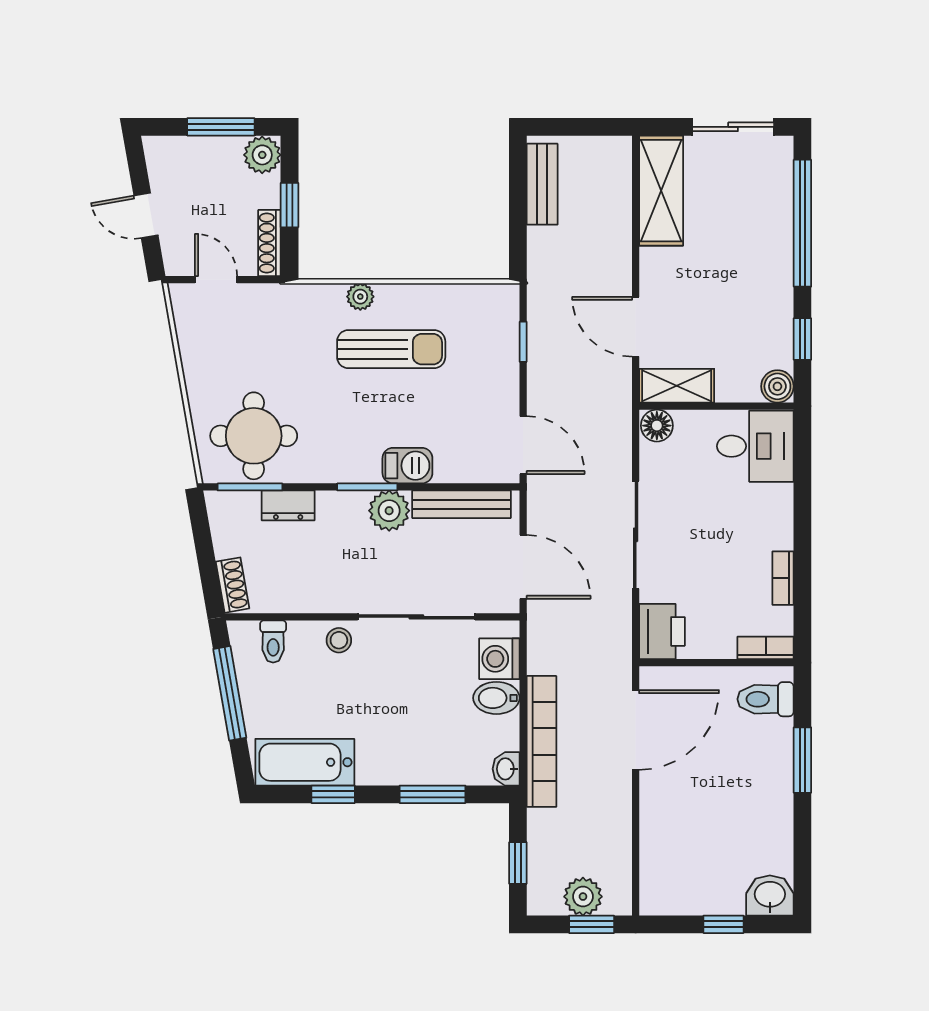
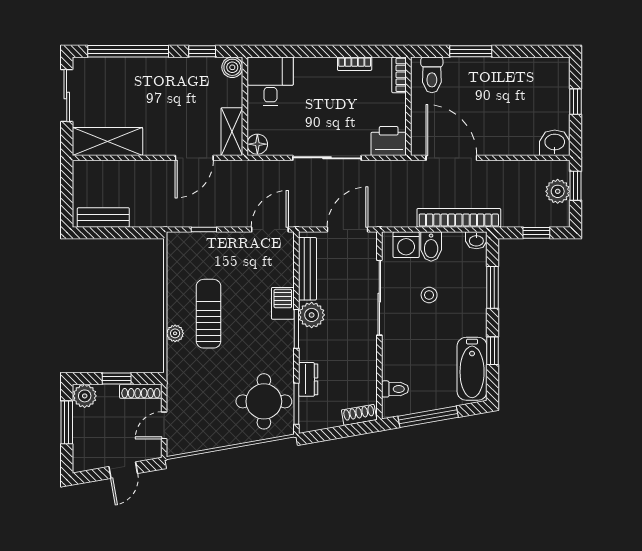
stool: (339, 640) -> (429, 295), moved
washbasin: (770, 895) -> (555, 143), moved, turned 90

